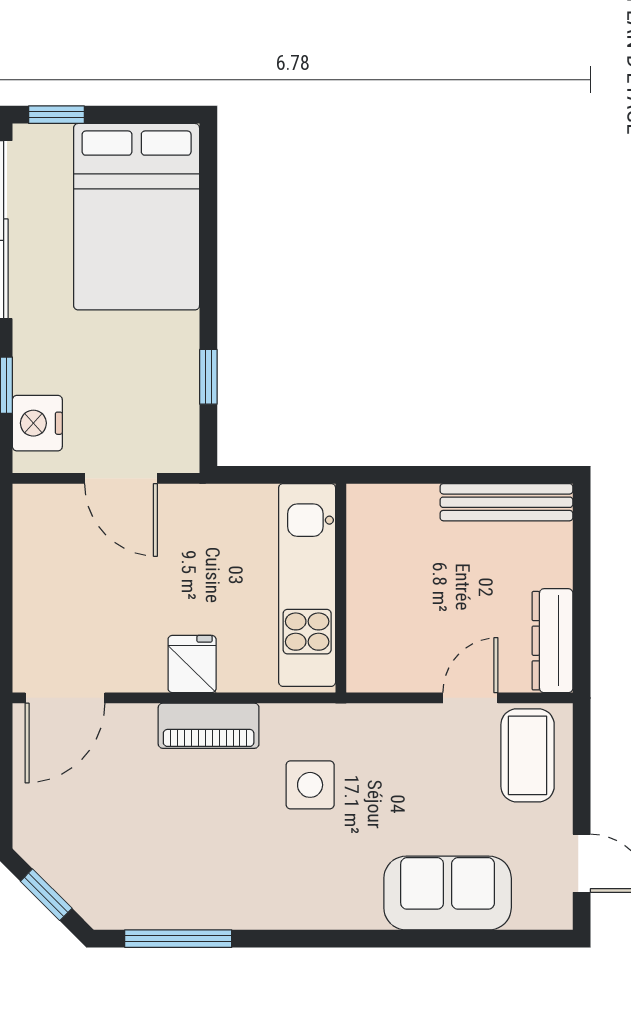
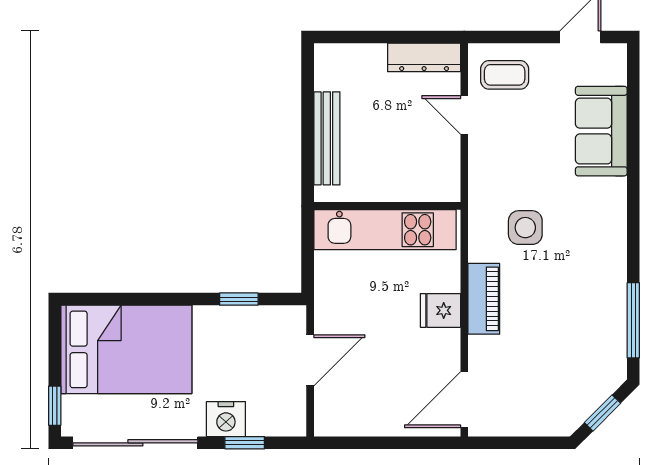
nightstand: (37, 423) -> (226, 419), moved
bench: (506, 502) -> (327, 138), moved
door: (65, 698) -> (464, 400), swing flipped
coffee table: (528, 755) -> (505, 75), width x0.73, depth x0.77

